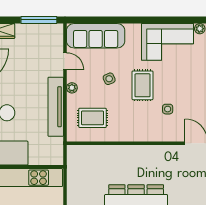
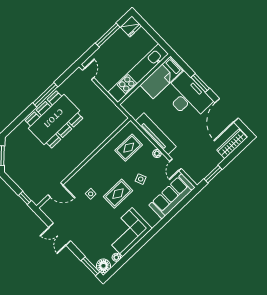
window: (39, 20) -> (213, 174), width x0.69
door: (65, 61) -> (175, 165), hinge flipped
rug: (143, 85) -> (118, 194), turned 90

